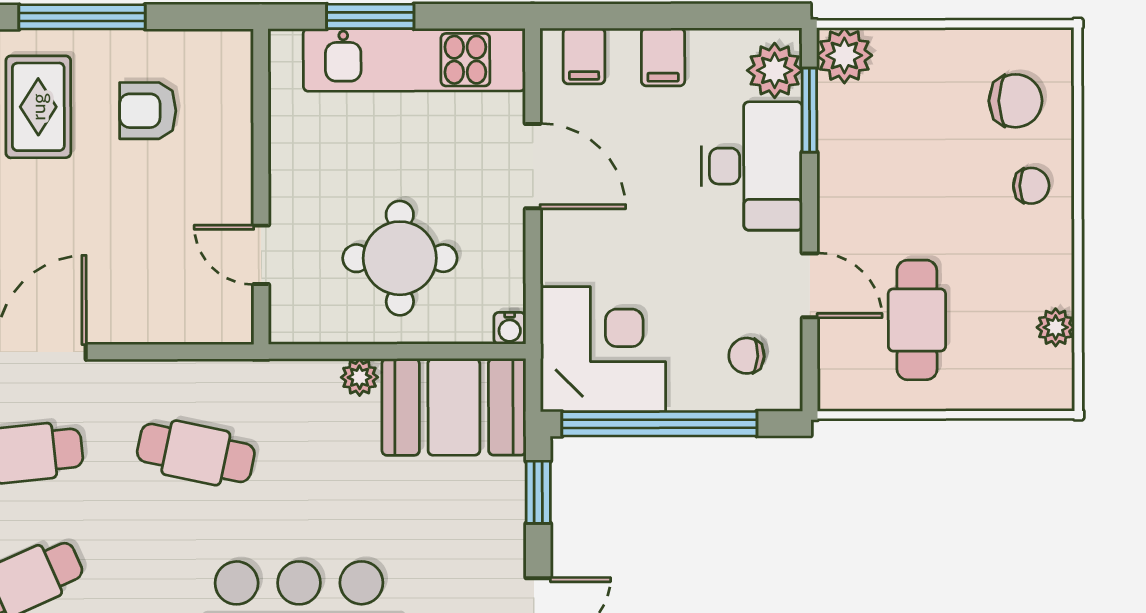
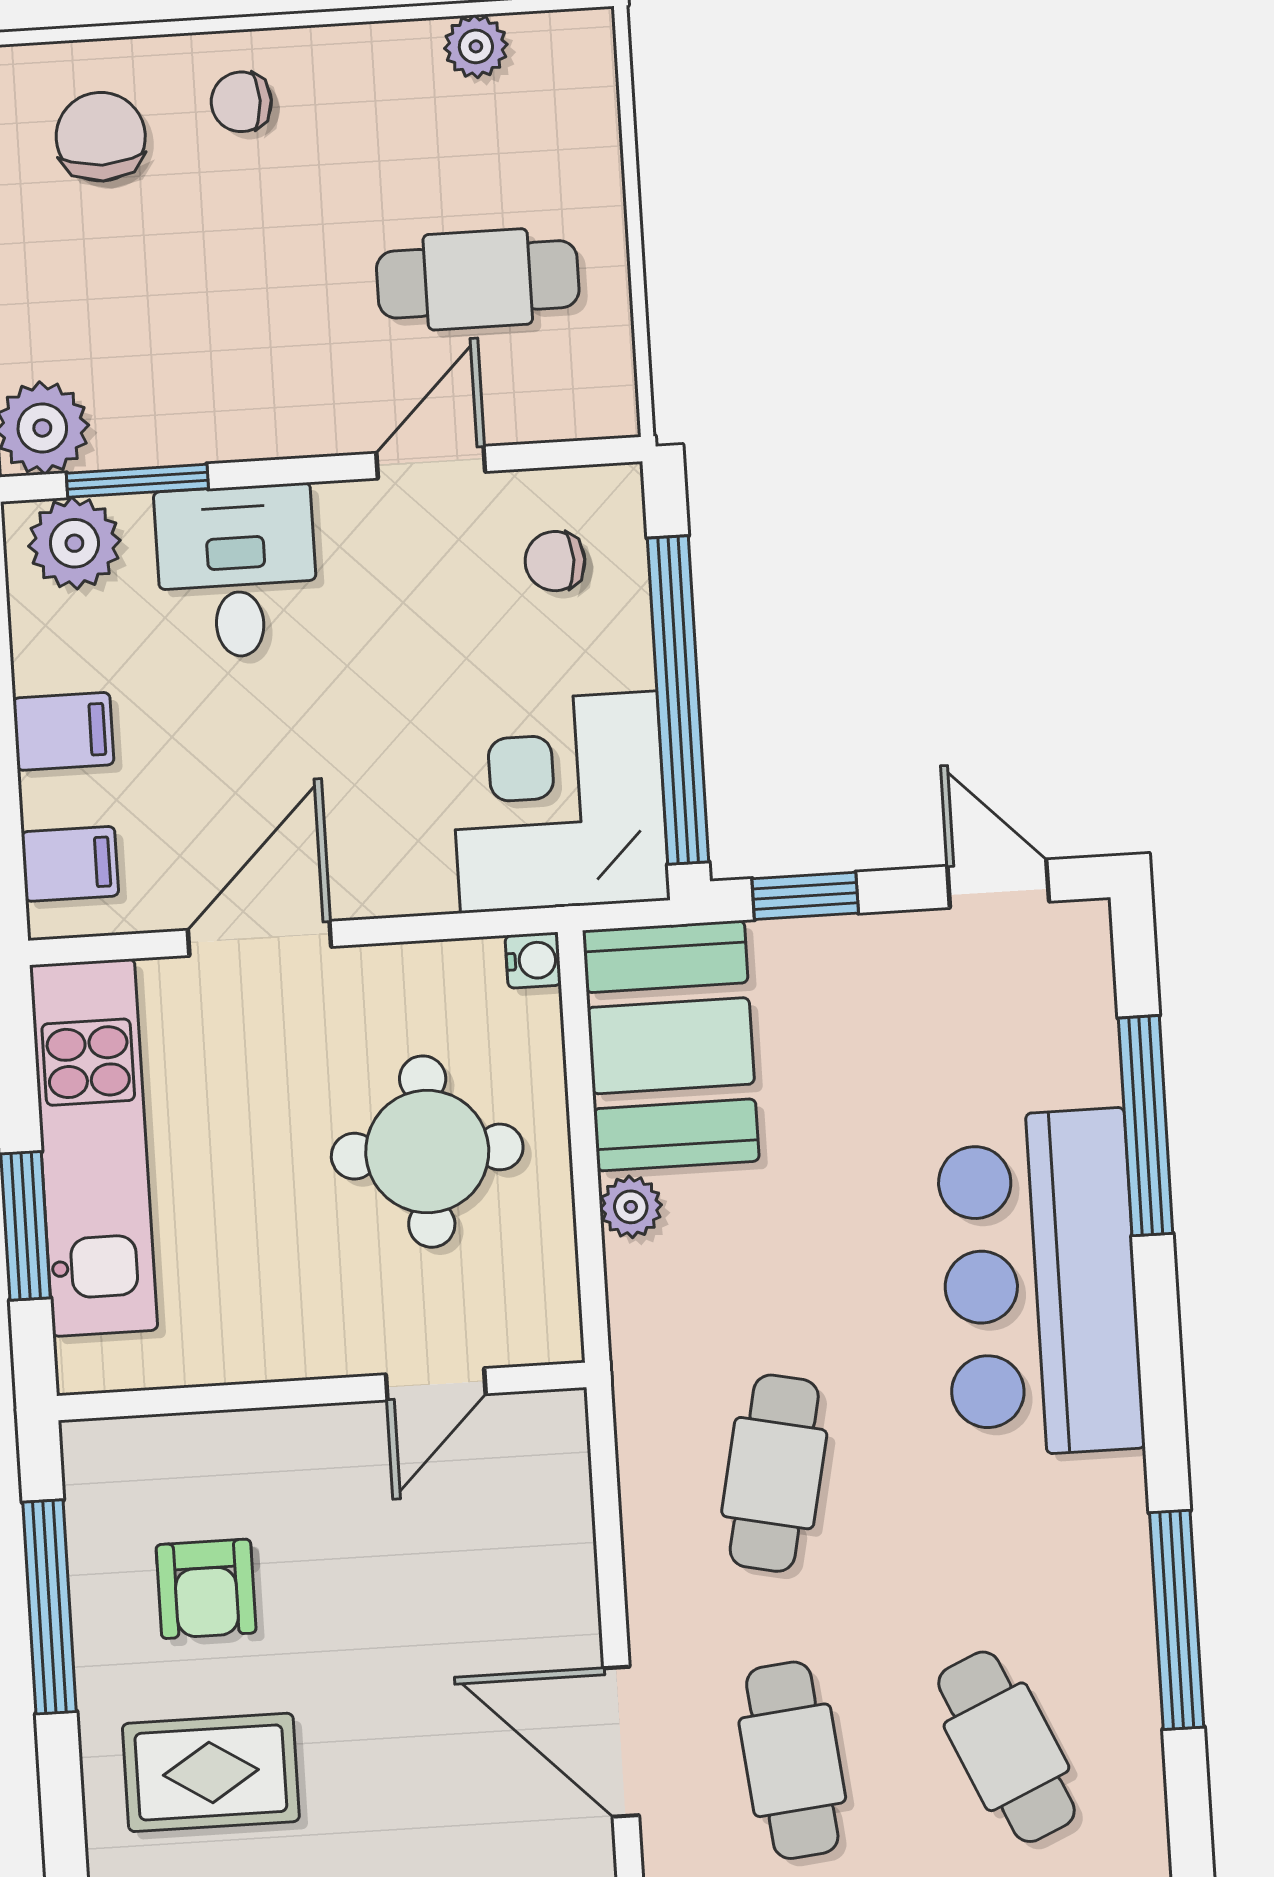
window: (82, 17) -> (50, 1607), moved
desk: (752, 166) -> (237, 572), width x0.73
chair: (1031, 186) -> (241, 102), turned -90
chair: (746, 356) -> (555, 561), turned 87

